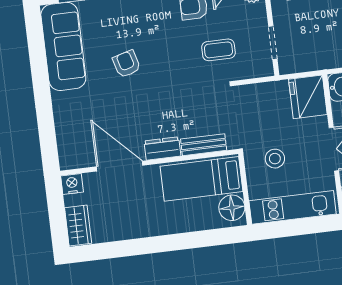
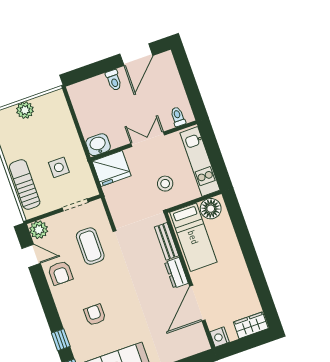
side table: (323, 33) -> (59, 167), added
coffee table: (218, 50) -> (90, 246), width x1.36, depth x1.30
armchair: (127, 64) -> (95, 315), moved, turned 106

